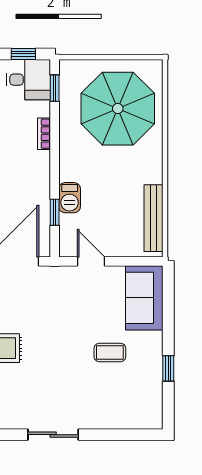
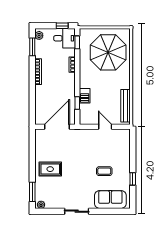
door: (91, 261) -> (105, 127), moved
sofa: (144, 298) -> (110, 199), moved, turned 90

